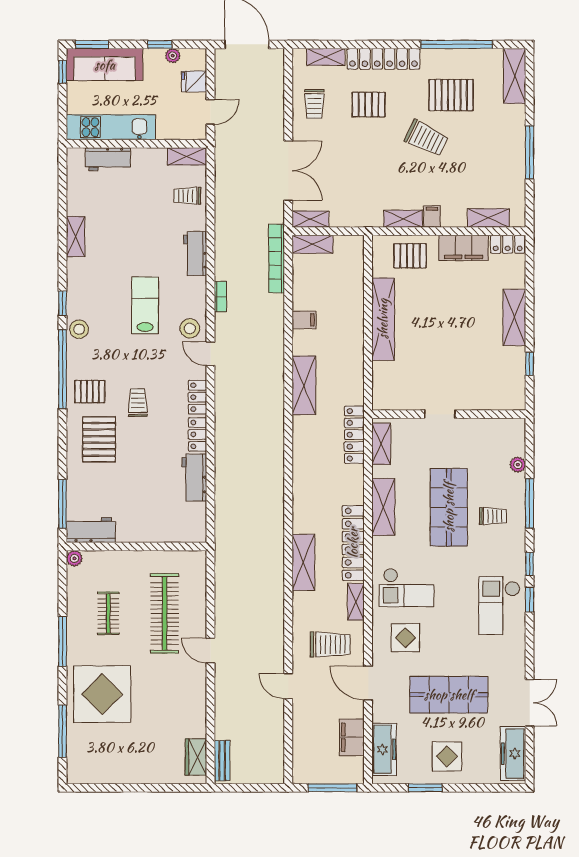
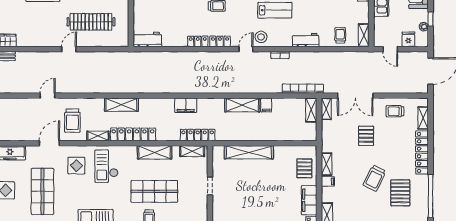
pallet: (369, 105) -> (366, 136), moved
shelving: (383, 319) -> (249, 152), moved
shelving: (304, 385) -> (242, 105), moved
workbench: (194, 478) -> (147, 40), moved
filing cabinet: (352, 737) -> (186, 105), moved, turned 180

